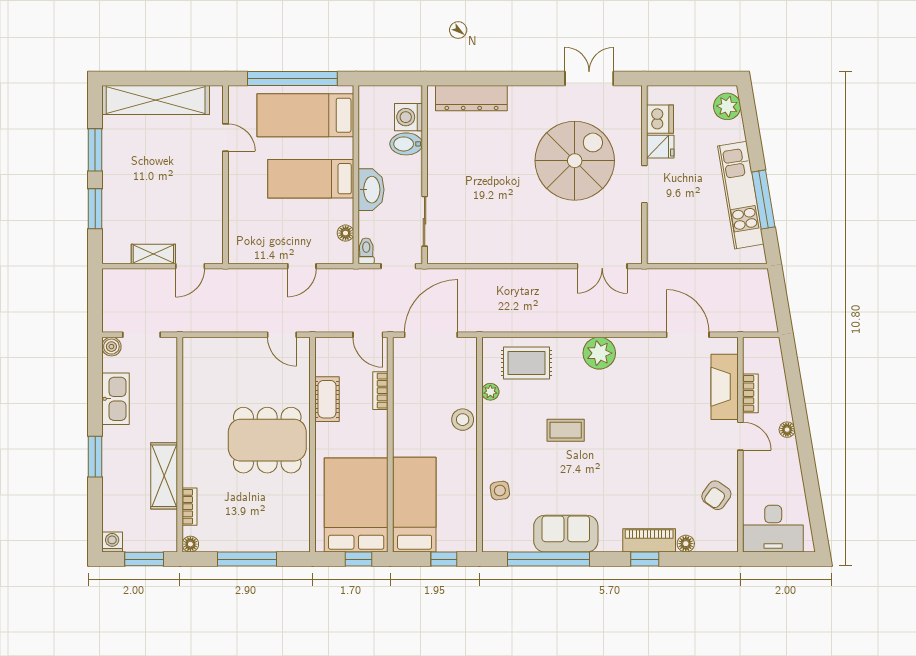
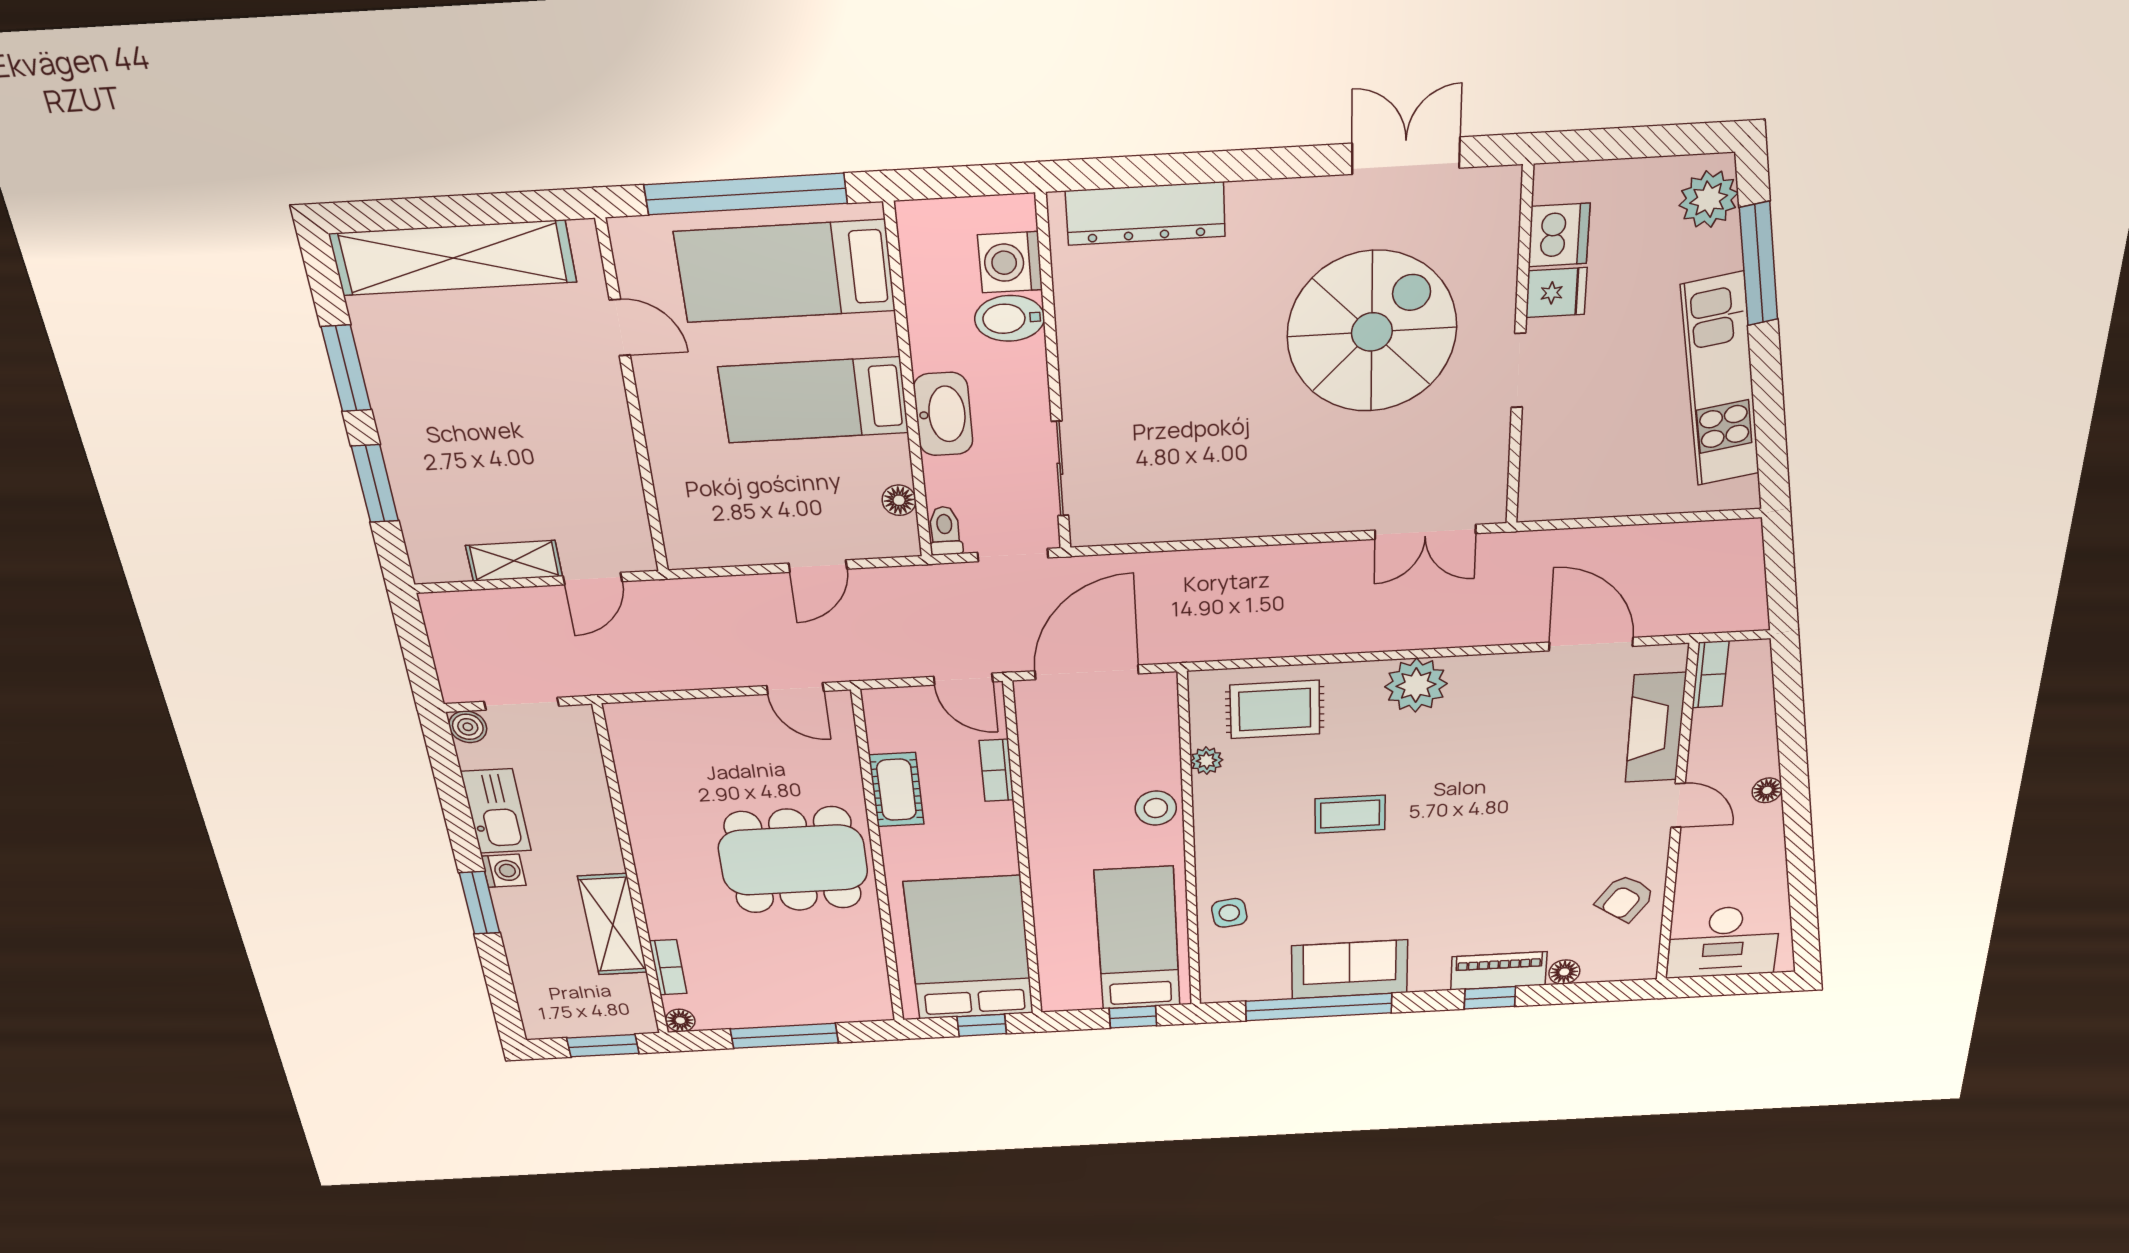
window: (763, 199) -> (1759, 264), moved
bookcase: (750, 393) -> (1710, 674), moved
bed: (415, 505) -> (1138, 939), moved
washing machine: (112, 542) -> (504, 871), moved, turned 90

